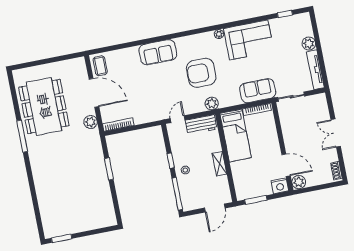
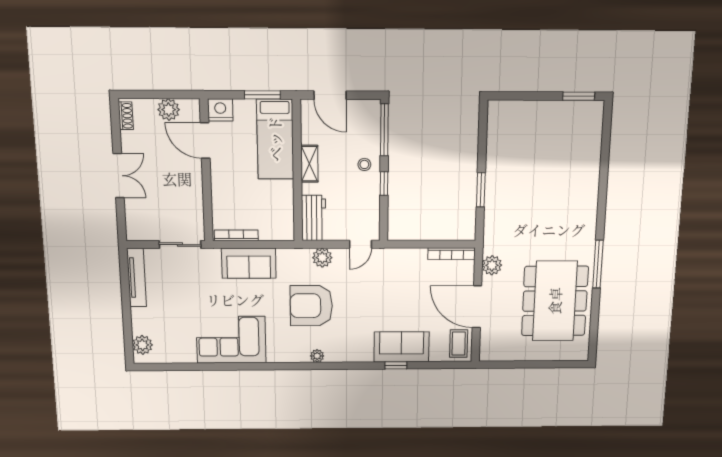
window: (285, 14) -> (396, 365), moved
plant: (219, 34) -> (317, 356), moved
plant: (309, 44) -> (142, 345), moved
sofa: (158, 52) -> (402, 347), moved
armchair: (201, 73) -> (311, 306), turned 180
sofa: (258, 91) -> (249, 263), moved
plant: (212, 103) -> (322, 258), moved
workbench: (201, 125) -> (314, 218), moved, turned 90
bed: (236, 136) -> (275, 139), moved, turned 180
plant: (299, 182) -> (169, 110), moved
door: (215, 208) -> (330, 95), swing flipped

